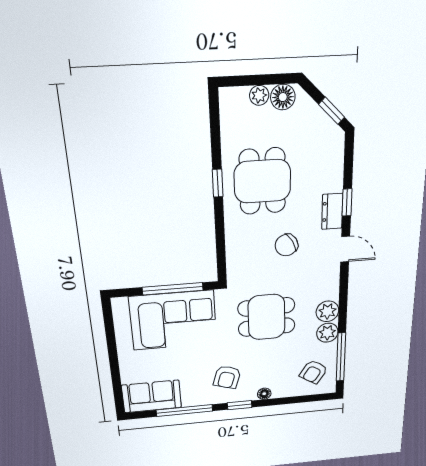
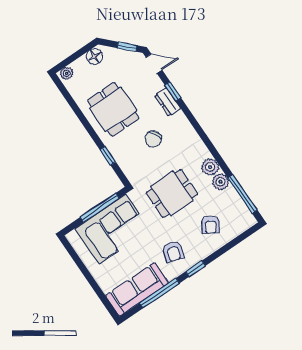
plant: (259, 95) -> (67, 73), moved
window: (218, 183) -> (108, 156), moved
door: (345, 249) -> (154, 64), moved
armchair: (314, 372) -> (211, 225), moved
floor lamp: (264, 394) -> (207, 250), removed
sofa: (152, 396) -> (137, 289), width x1.36

